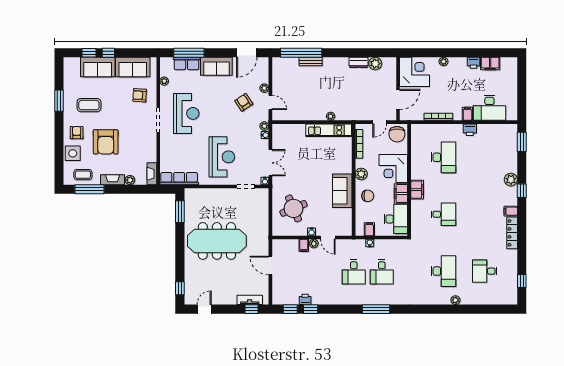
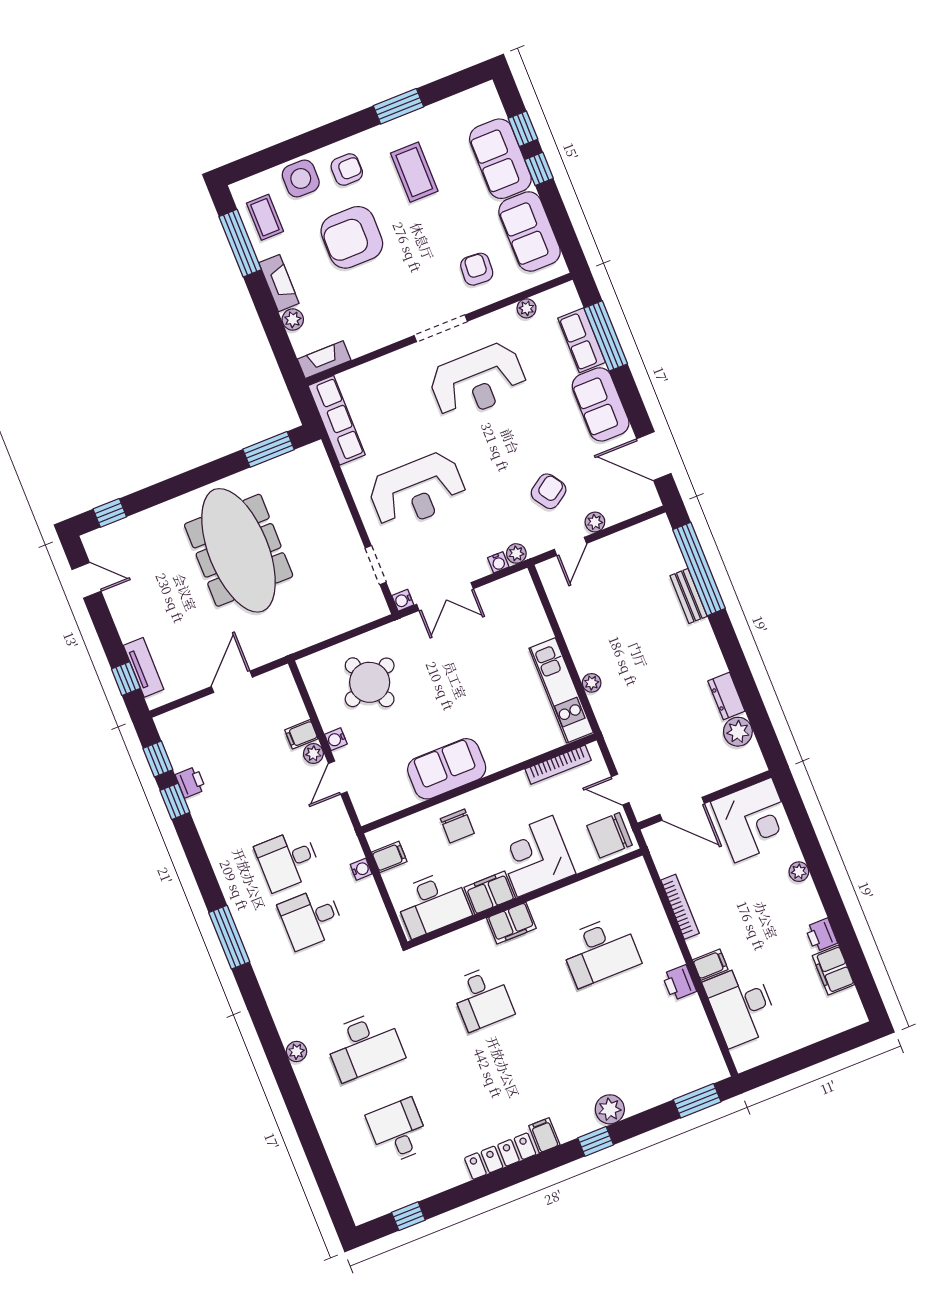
plant: (361, 174) -> (497, 794), removed
plant: (455, 300) -> (296, 1051), moved

